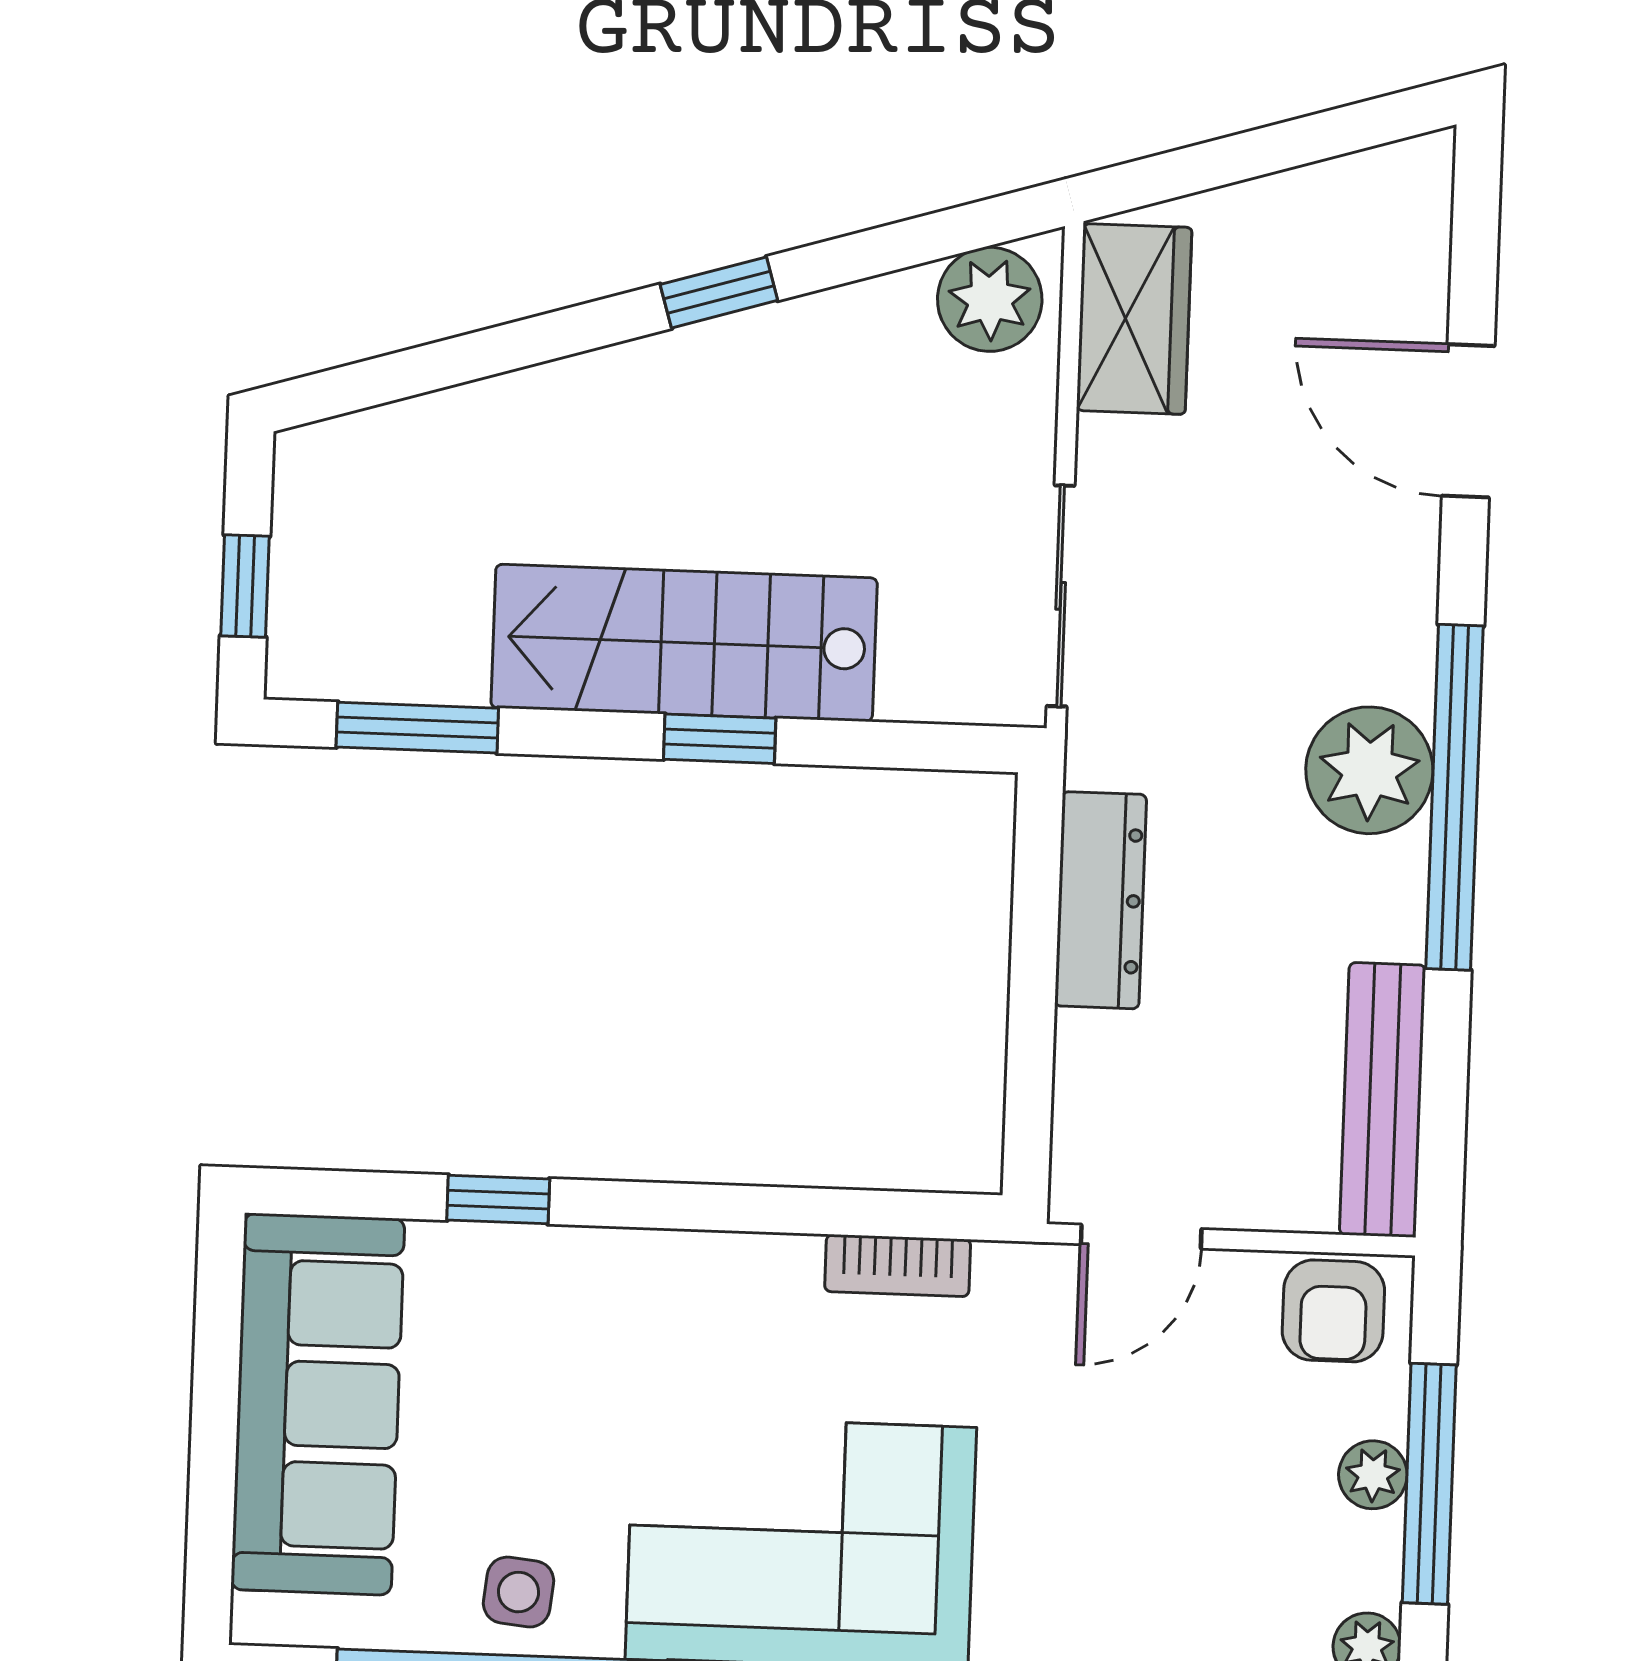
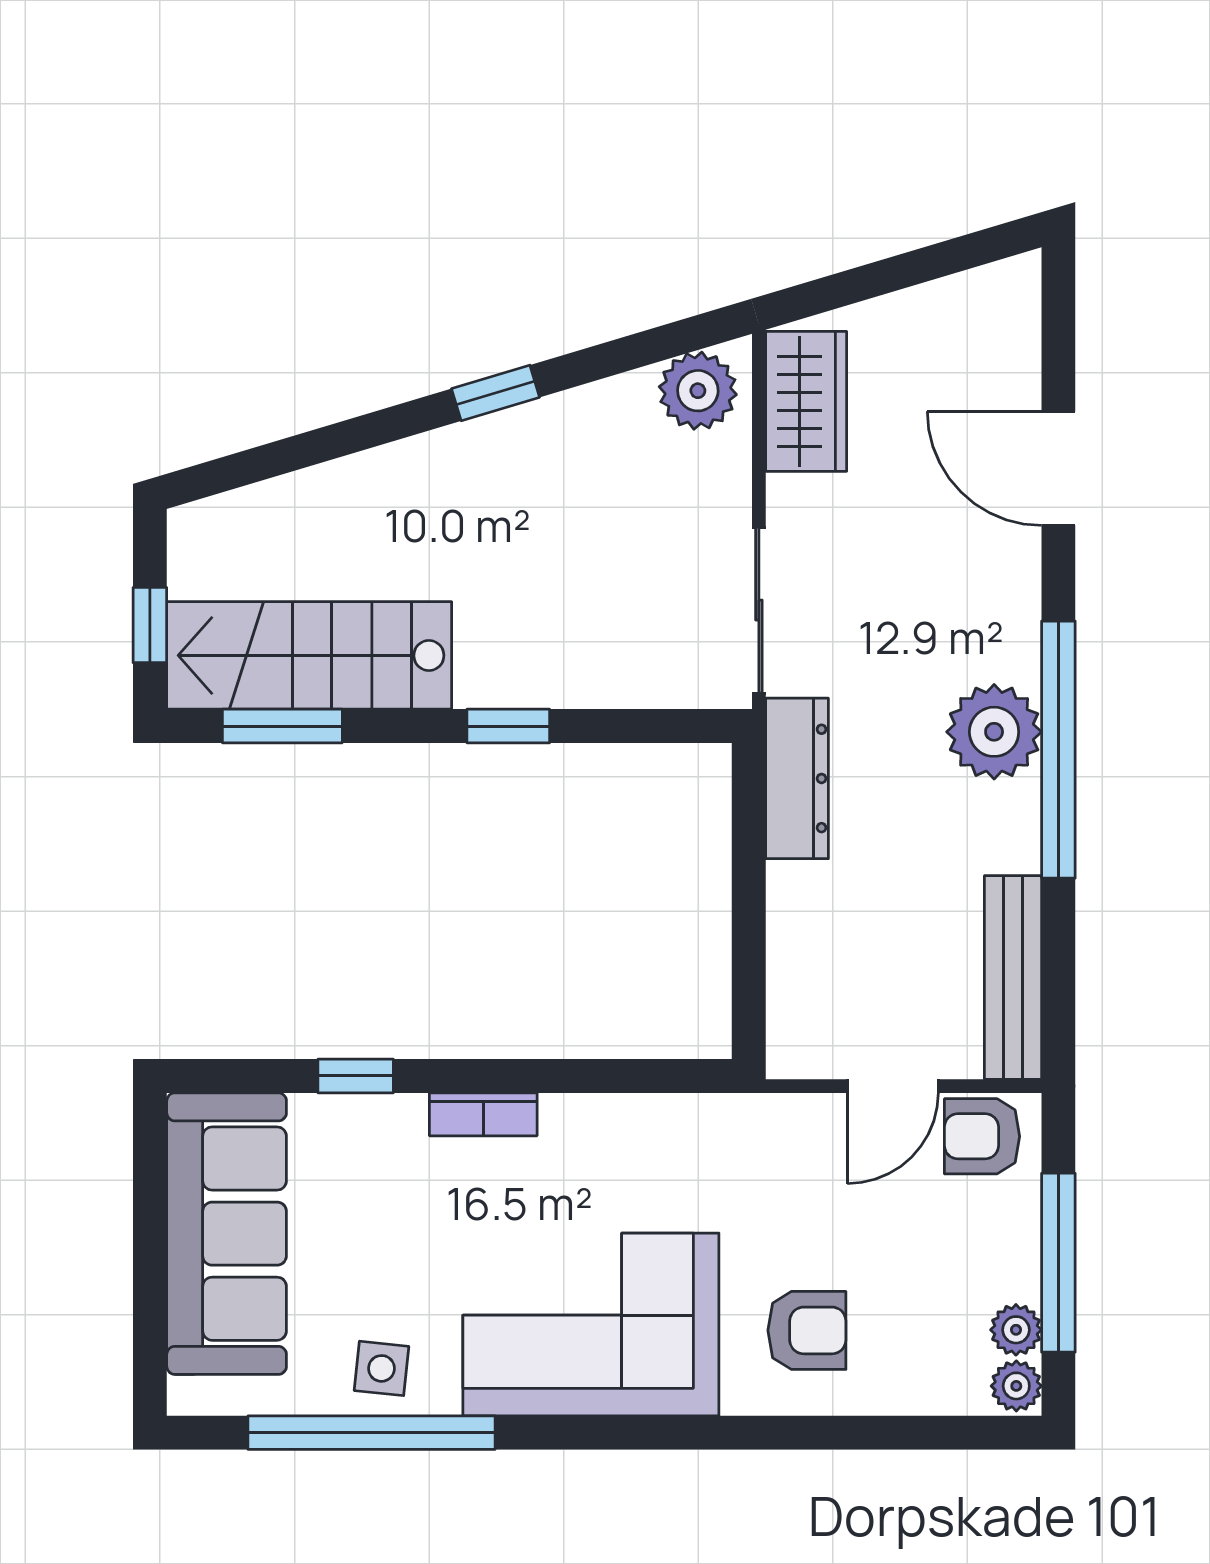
stairs: (684, 643) -> (309, 655), moved
dresser: (1101, 900) -> (797, 778), moved
door: (1141, 1237) -> (893, 1086), moved
bookcase: (898, 1265) -> (483, 1114), moved
armchair: (1333, 1311) -> (982, 1136), turned 90
plant: (1373, 1475) -> (1016, 1330), moved
armchair: (1090, 1562) -> (807, 1330), added

